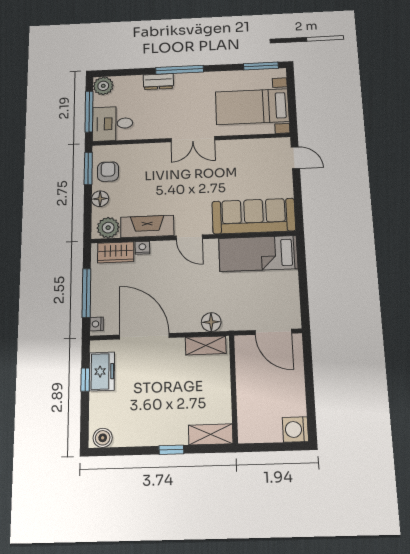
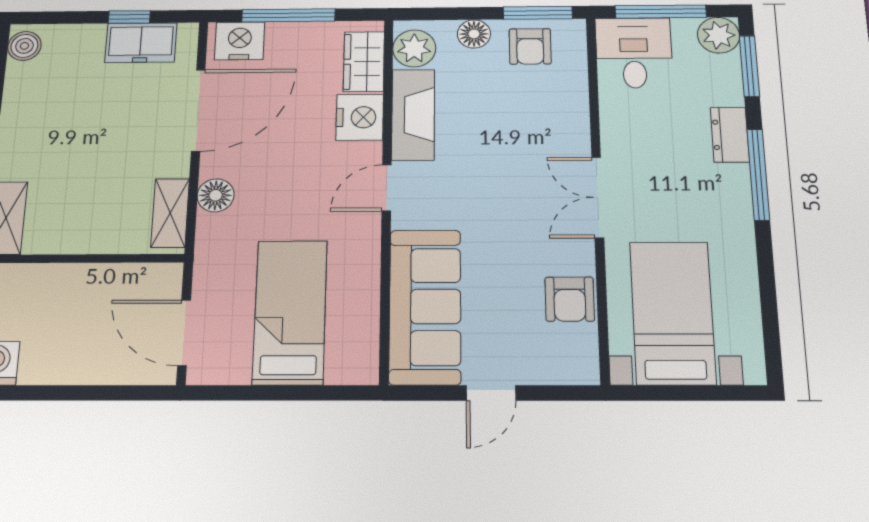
window: (261, 66) -> (749, 66), moved
armchair: (247, 151) -> (570, 299), added
door: (295, 158) -> (491, 393), moved
armchair: (108, 172) -> (530, 46), turned 90
nightstand: (142, 248) -> (360, 117), width x1.89, depth x1.79
bed: (258, 253) -> (290, 312), moved
floor lamp: (211, 322) -> (216, 195), moved
nightstand: (97, 324) -> (240, 41), width x1.89, depth x1.79
door: (273, 332) -> (184, 333), hinge flipped

